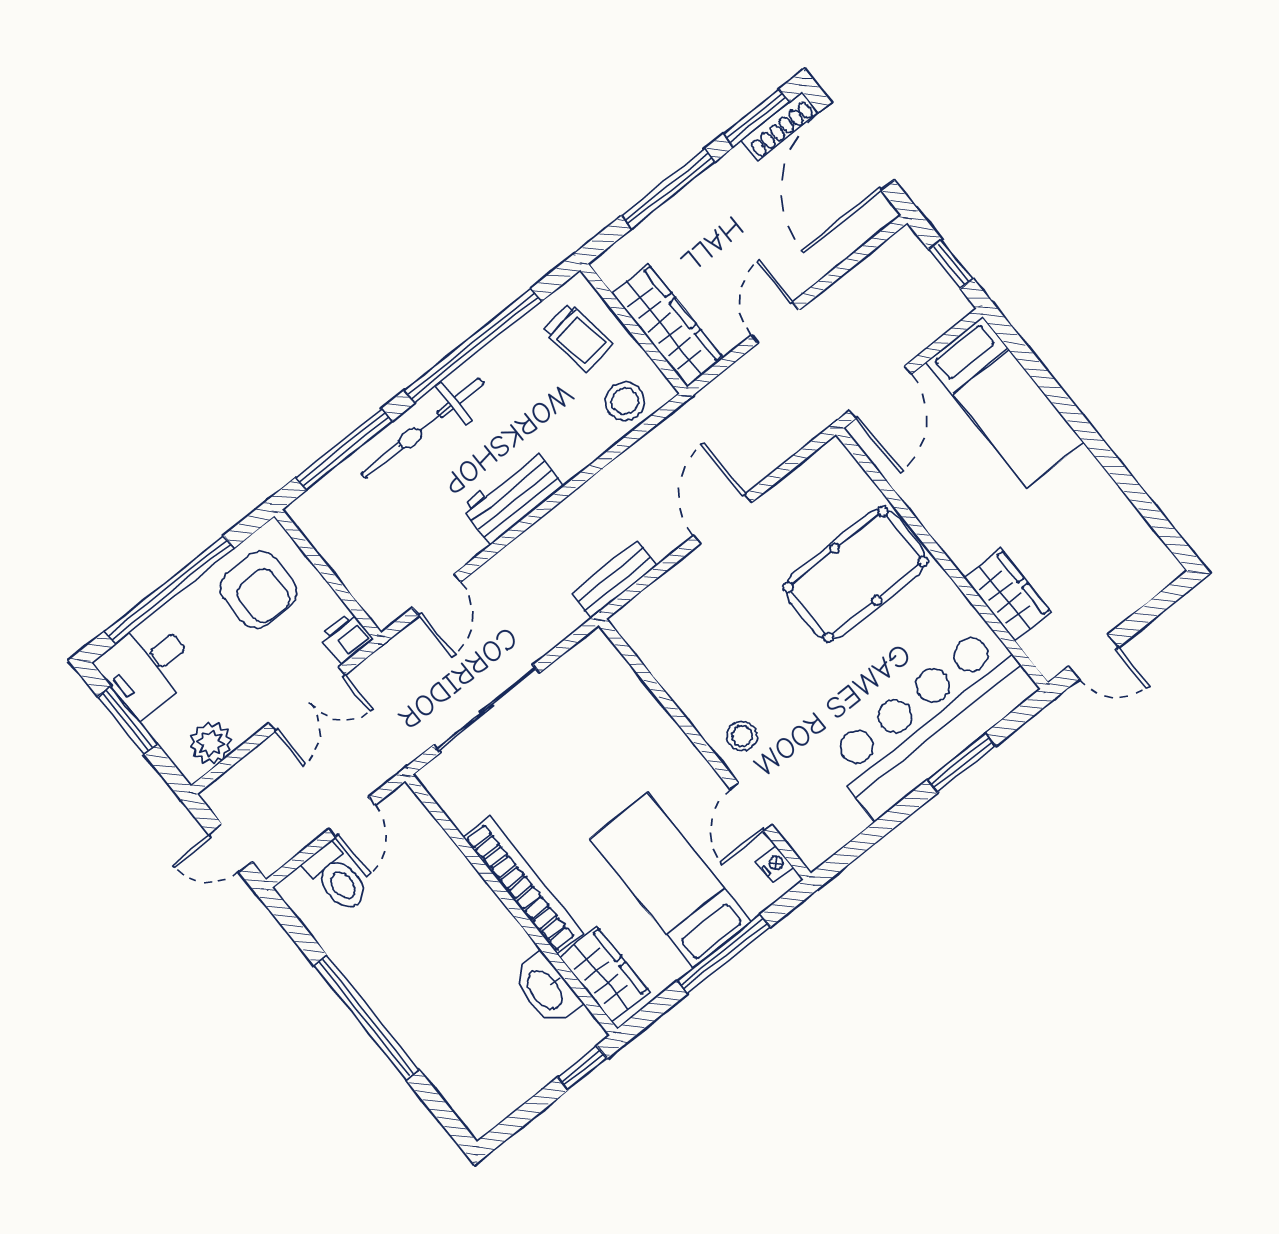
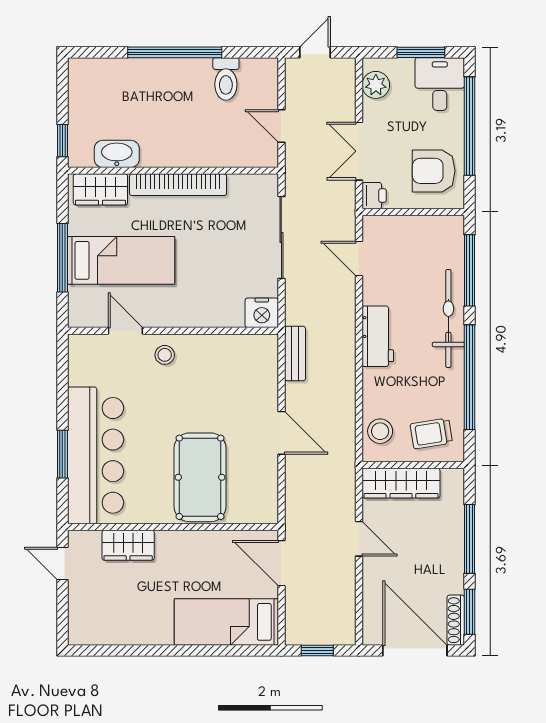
door: (1093, 657) -> (62, 563), hinge flipped
nightstand: (775, 864) -> (262, 313), moved, width x1.89, depth x1.79
toilet: (337, 878) -> (226, 79), moved, turned -90

